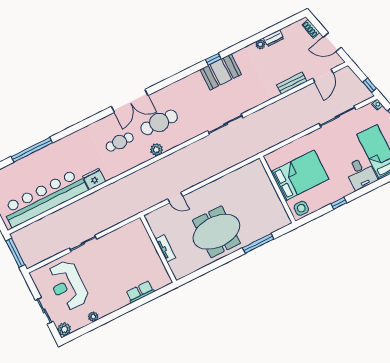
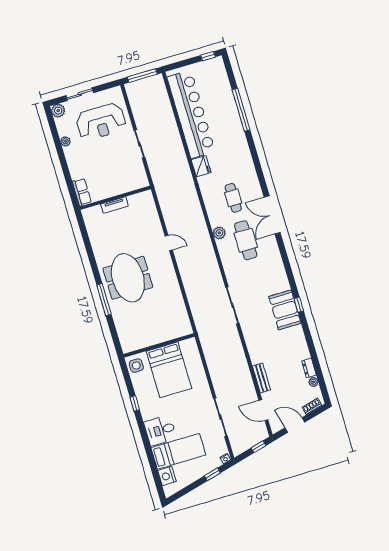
door: (332, 42) -> (295, 425), hinge flipped
plant: (260, 44) -> (314, 382), moved
window: (370, 85) -> (258, 447), moved
door: (175, 198) -> (169, 243), swing flipped
window: (258, 243) -> (104, 300), moved
tv unit: (166, 248) -> (114, 205), moved
wall: (158, 249) -> (115, 198), moved
reception desk: (68, 285) -> (101, 122), turned 180

